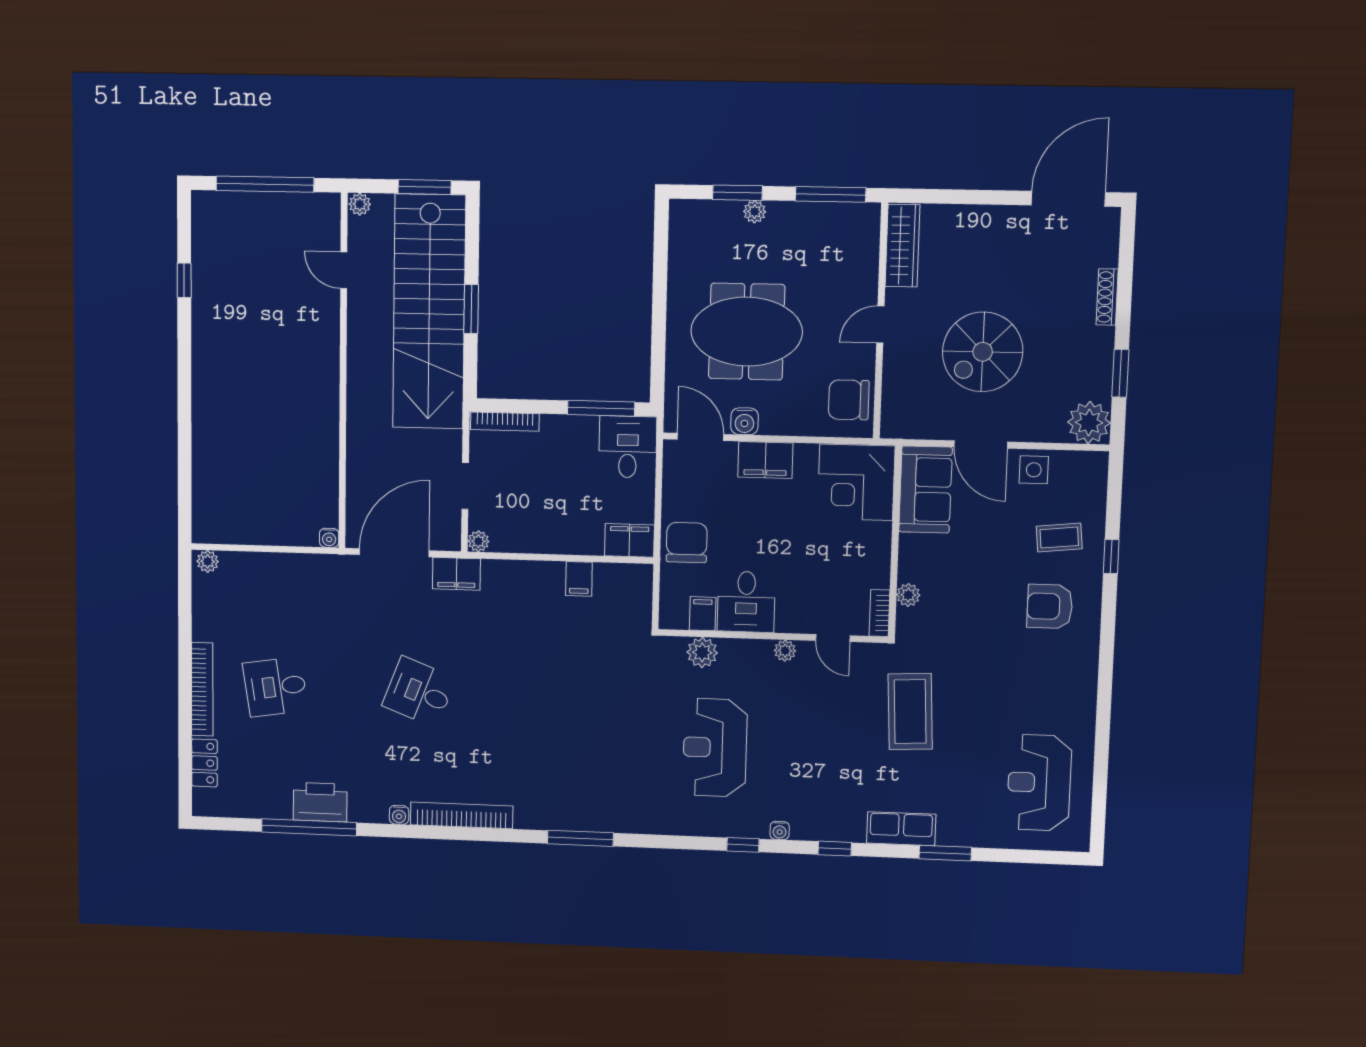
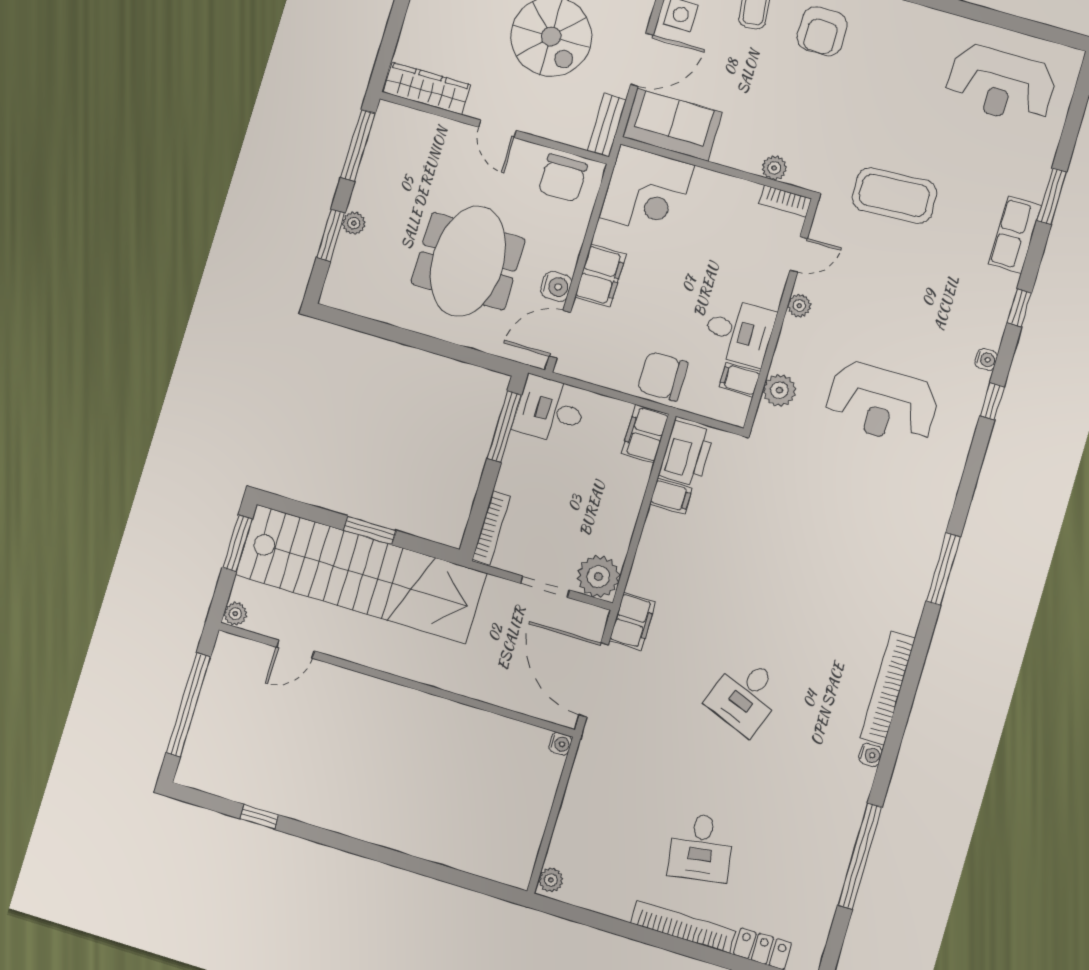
bench: (910, 428) -> (607, 125), added
plant: (478, 541) -> (598, 577), width x1.88, depth x1.88
printer: (320, 802) -> (686, 454), moved, turned 180

